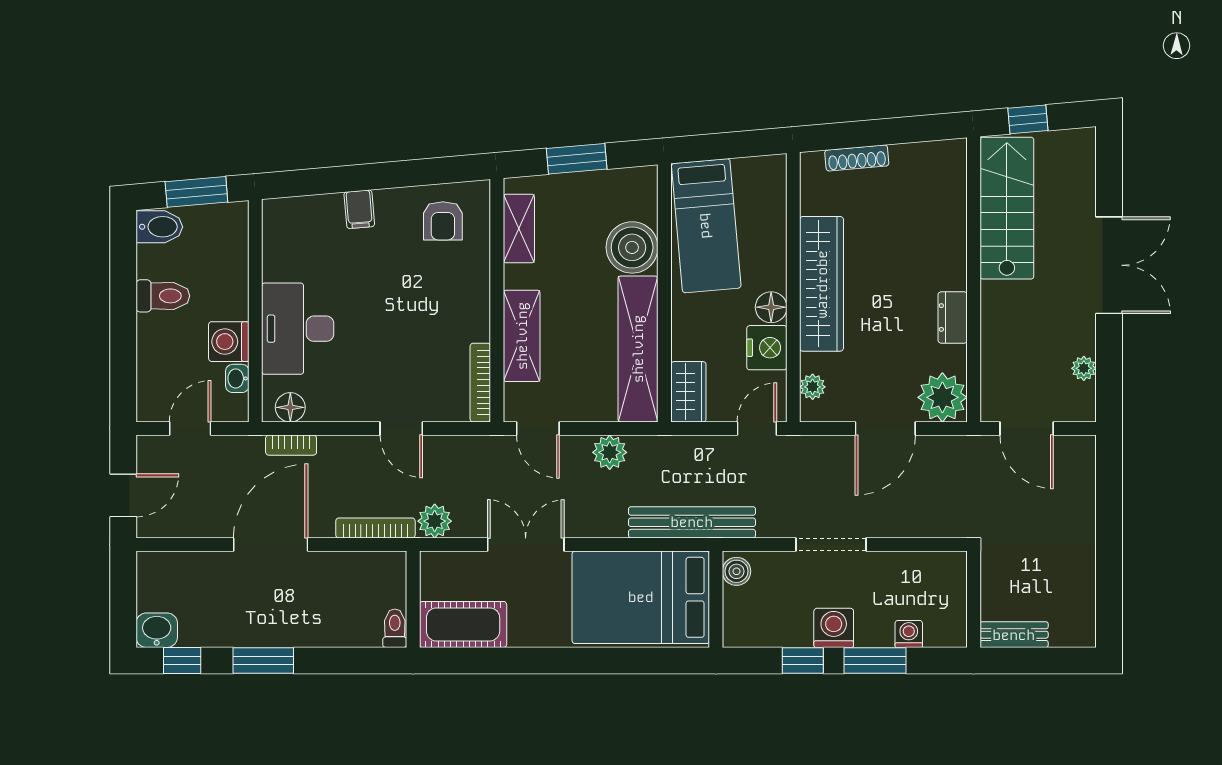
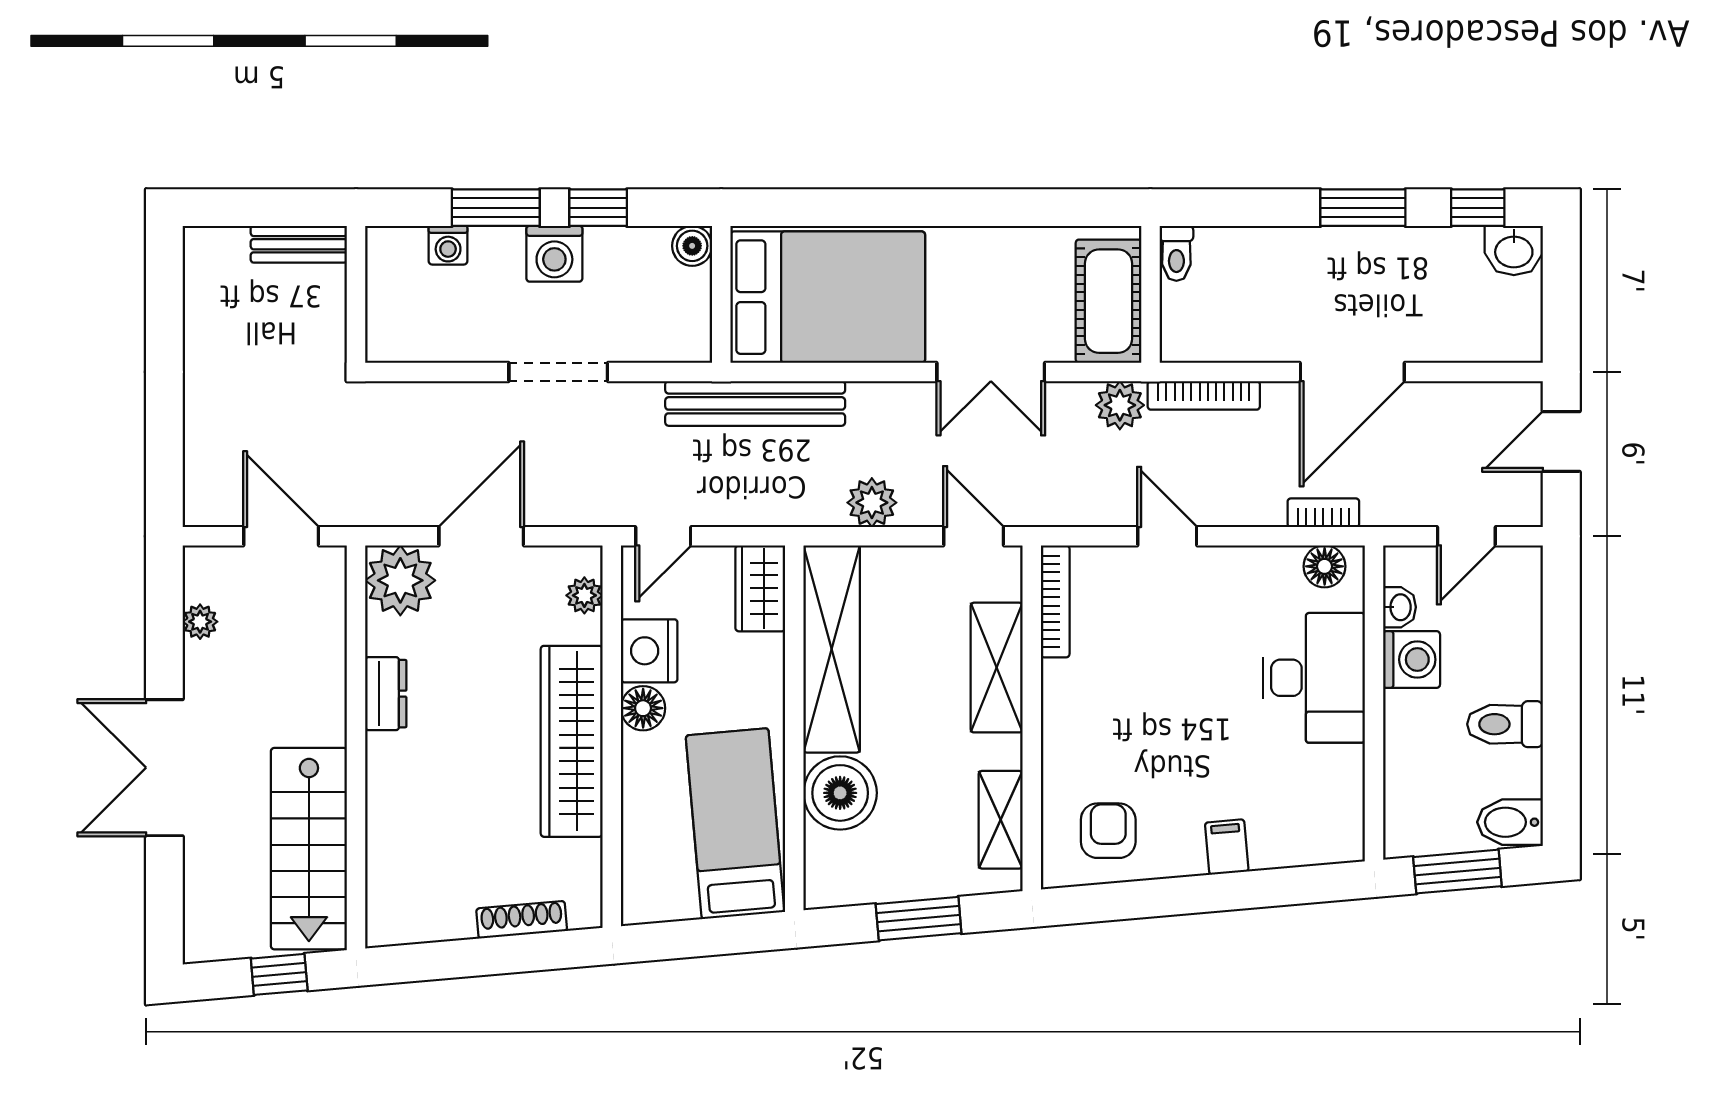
boiler: (736, 571) -> (692, 246), moved
cot: (463, 624) -> (1108, 301), moved, turned 90

